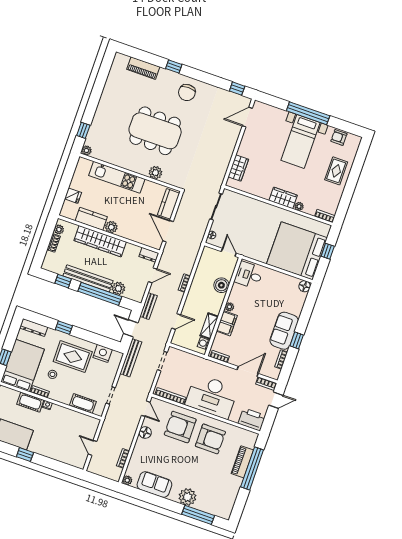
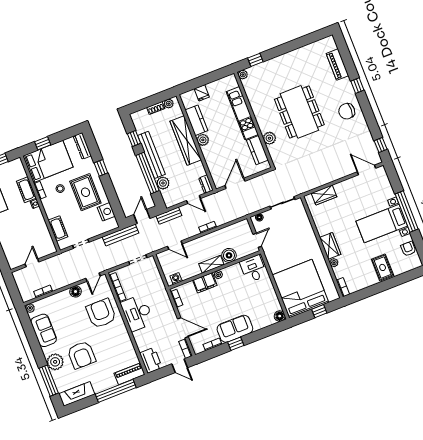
rug: (336, 171) -> (383, 267), turned 90
kitchen counter: (169, 204) -> (257, 150), moved, turned -90
shelving: (209, 326) -> (211, 264), moved
desk: (212, 396) -> (137, 313), width x0.73, depth x0.77
armchair: (210, 439) -> (81, 355), moved
piano: (242, 462) -> (129, 374), moved
fireplace: (228, 502) -> (77, 394), added

